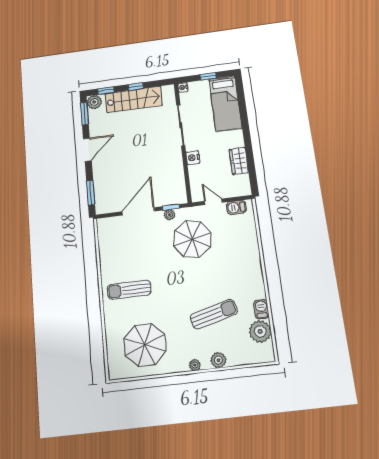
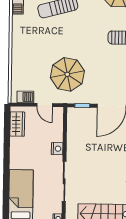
wardrobe: (239, 161) -> (17, 124), moved
plant: (169, 215) -> (84, 99), removed

